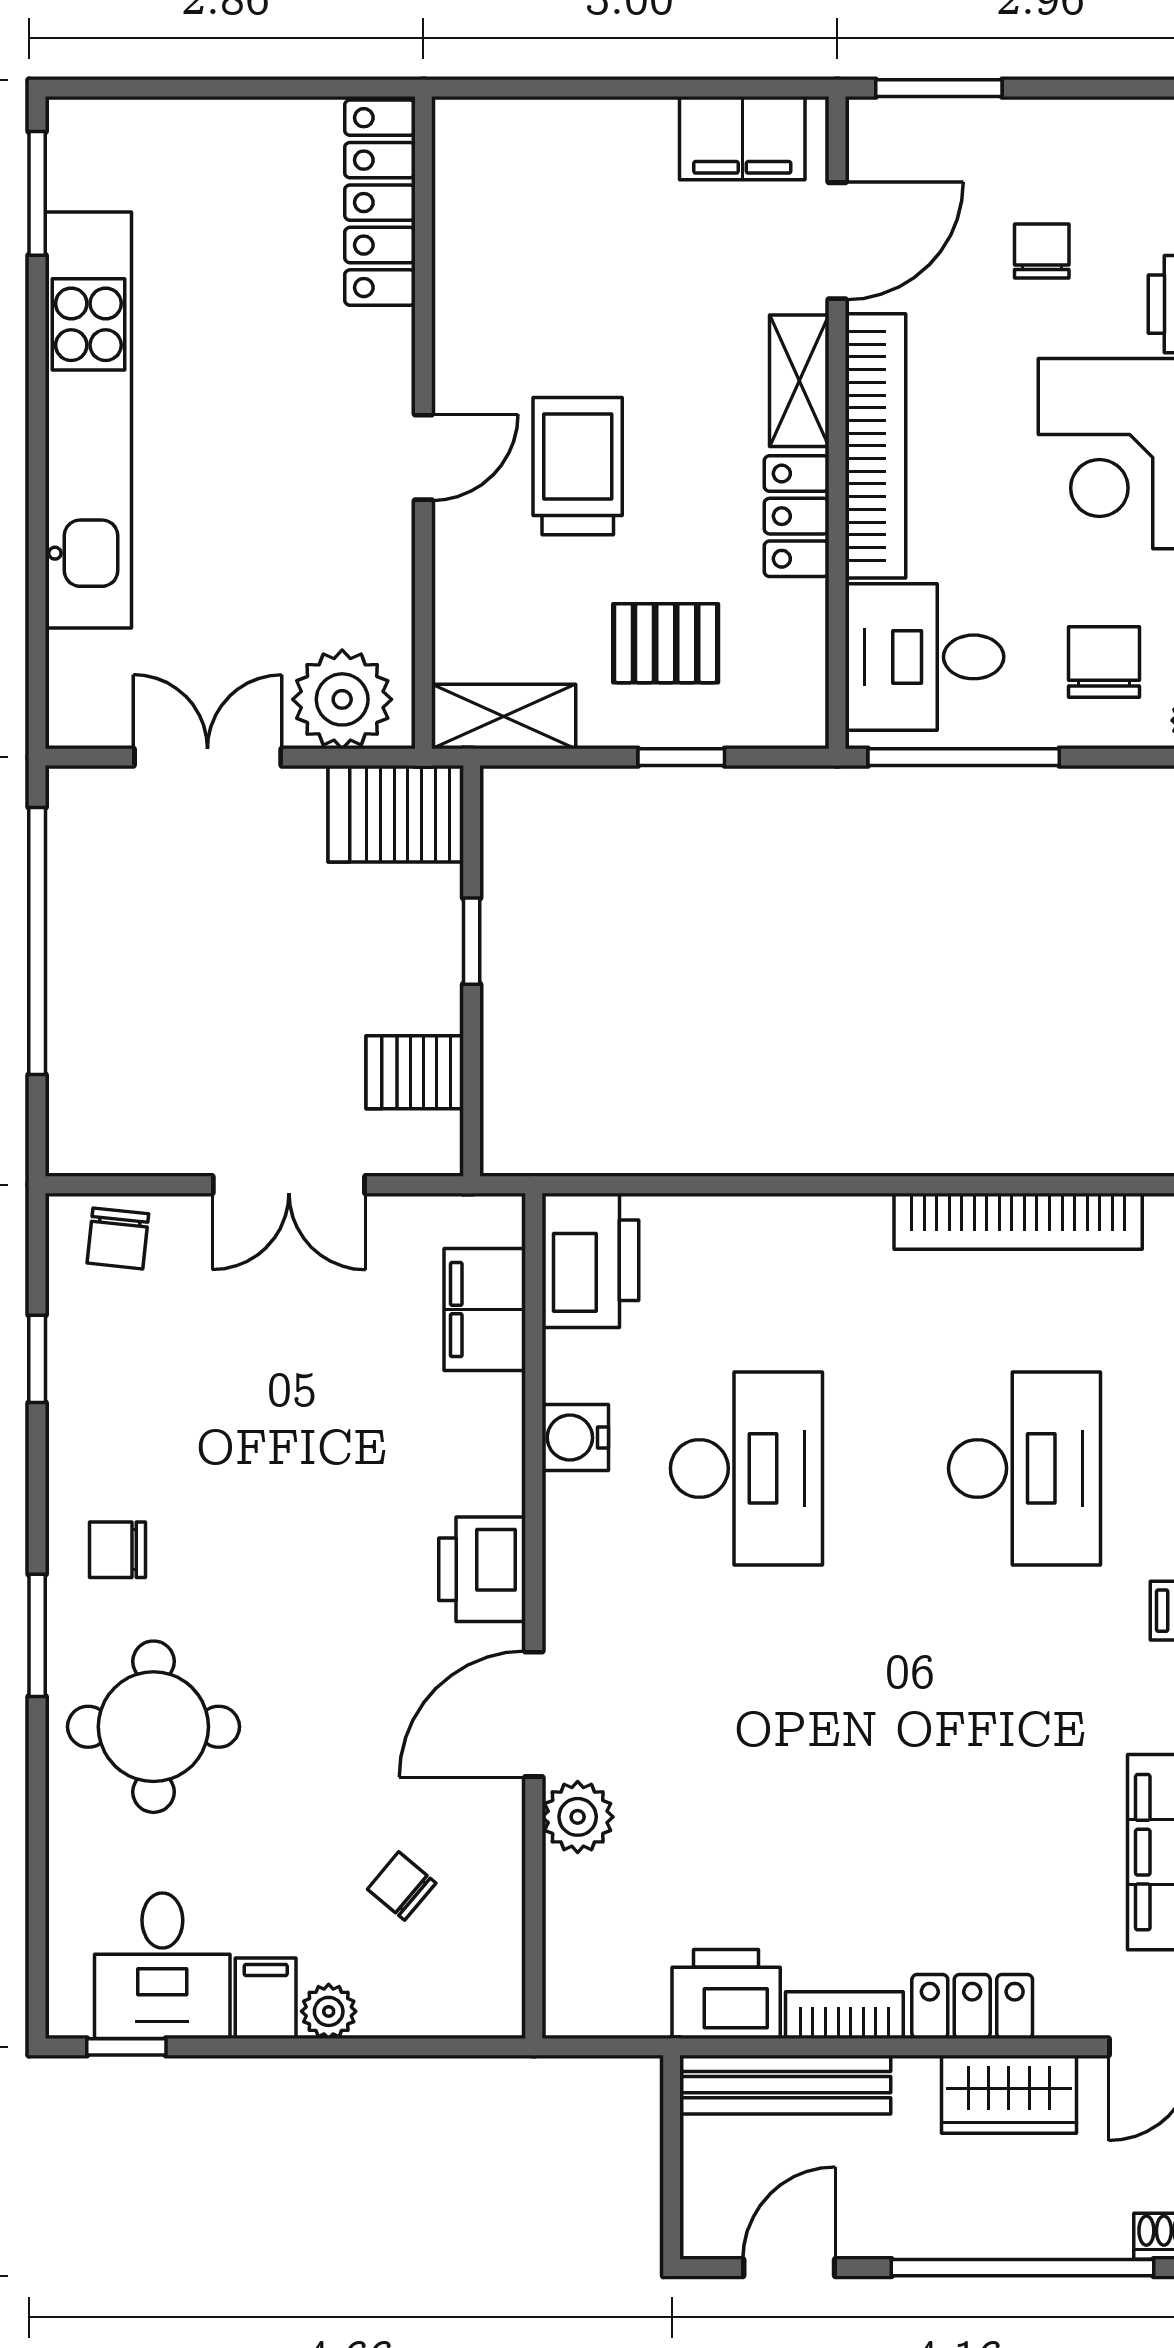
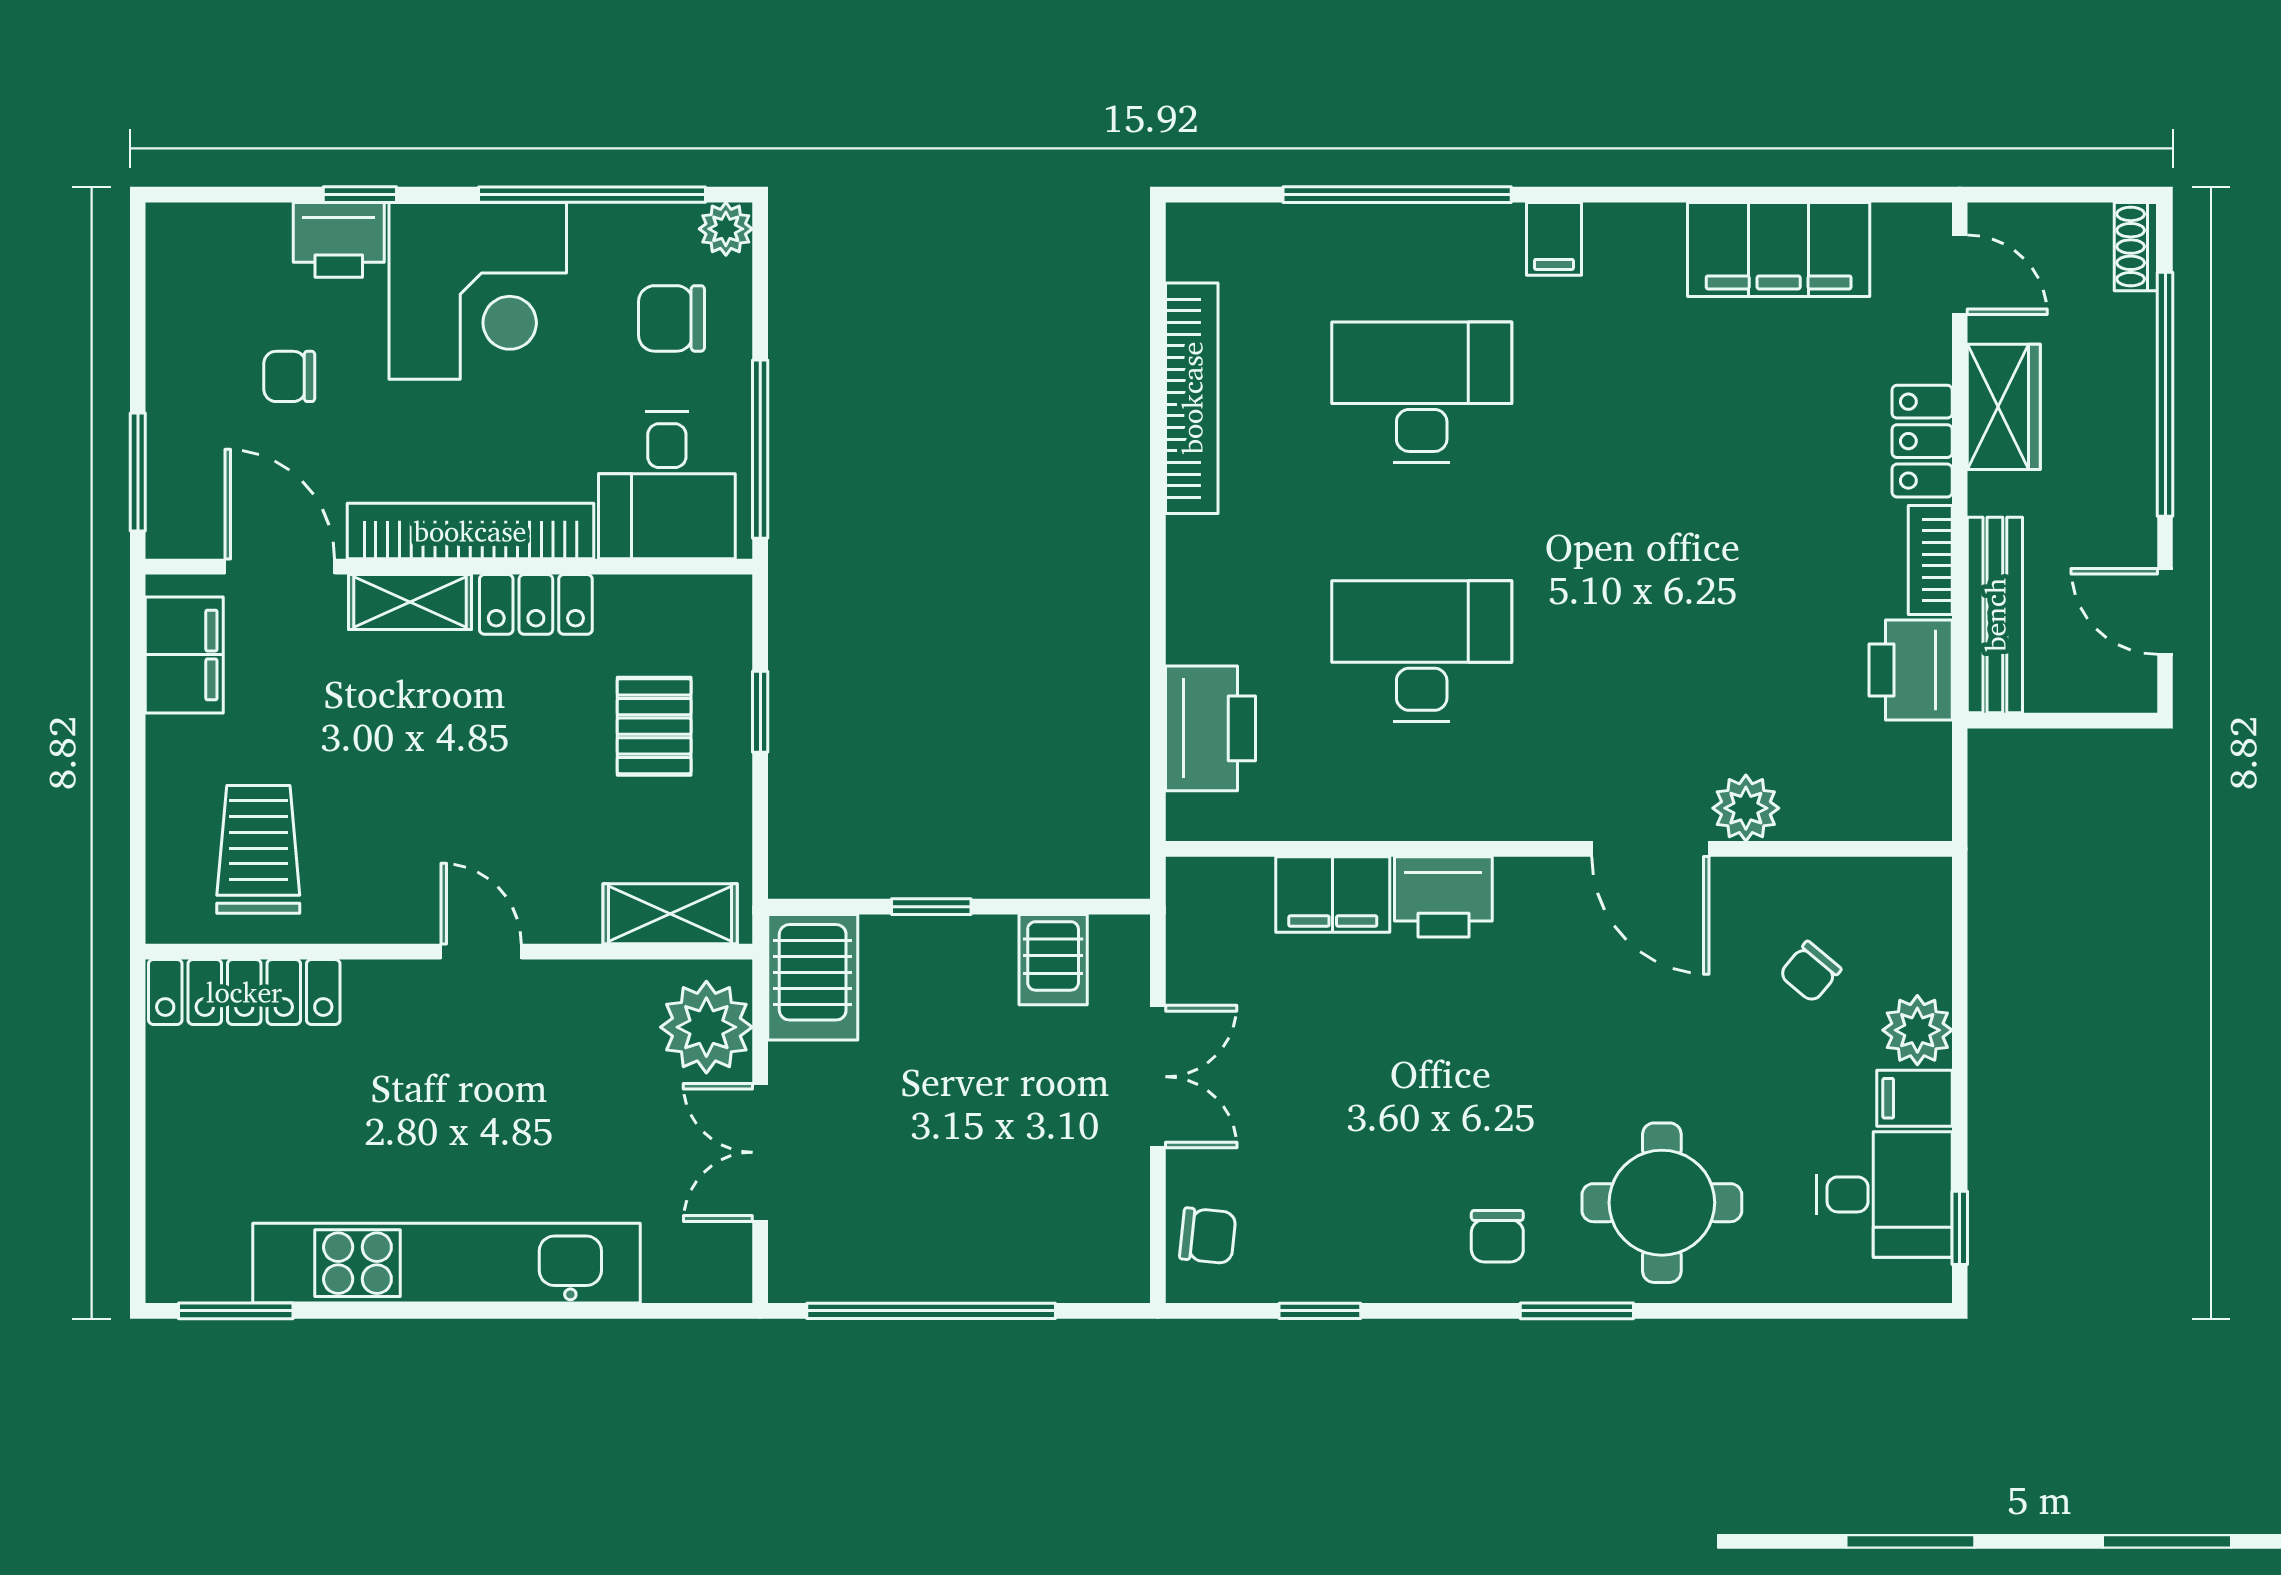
trolley: (578, 466) -> (258, 849), moved, turned 90
shelving: (504, 716) -> (670, 914), moved, turned 90
printer: (590, 1260) -> (1210, 728), moved, turned 90
filing cabinet: (485, 1310) -> (1333, 895), moved
water cooler: (575, 1438) -> (1393, 810), removed
printer: (482, 1569) -> (1443, 897), moved
plant: (329, 2011) -> (1917, 1030), width x1.38, depth x1.38

